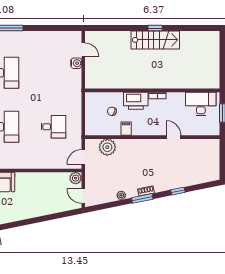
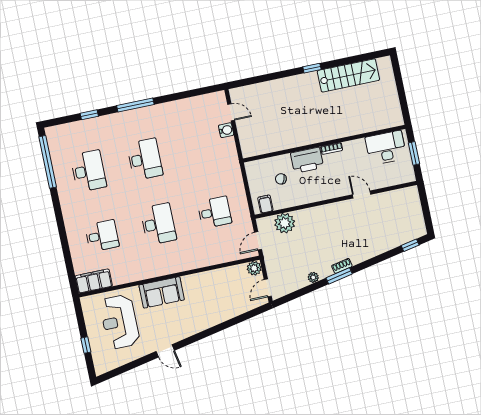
stairs: (155, 40) -> (348, 75), moved
filing cabinet: (126, 129) -> (265, 204), moved
window: (178, 191) -> (410, 245), moved
door: (83, 196) -> (268, 288), hinge flipped

